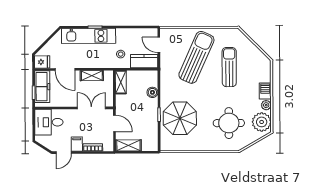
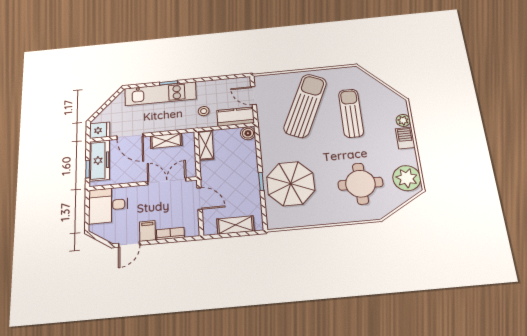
boiler: (152, 92) -> (248, 133), moved
plant: (266, 105) -> (403, 120), moved
shelving: (128, 145) -> (235, 225), moved

